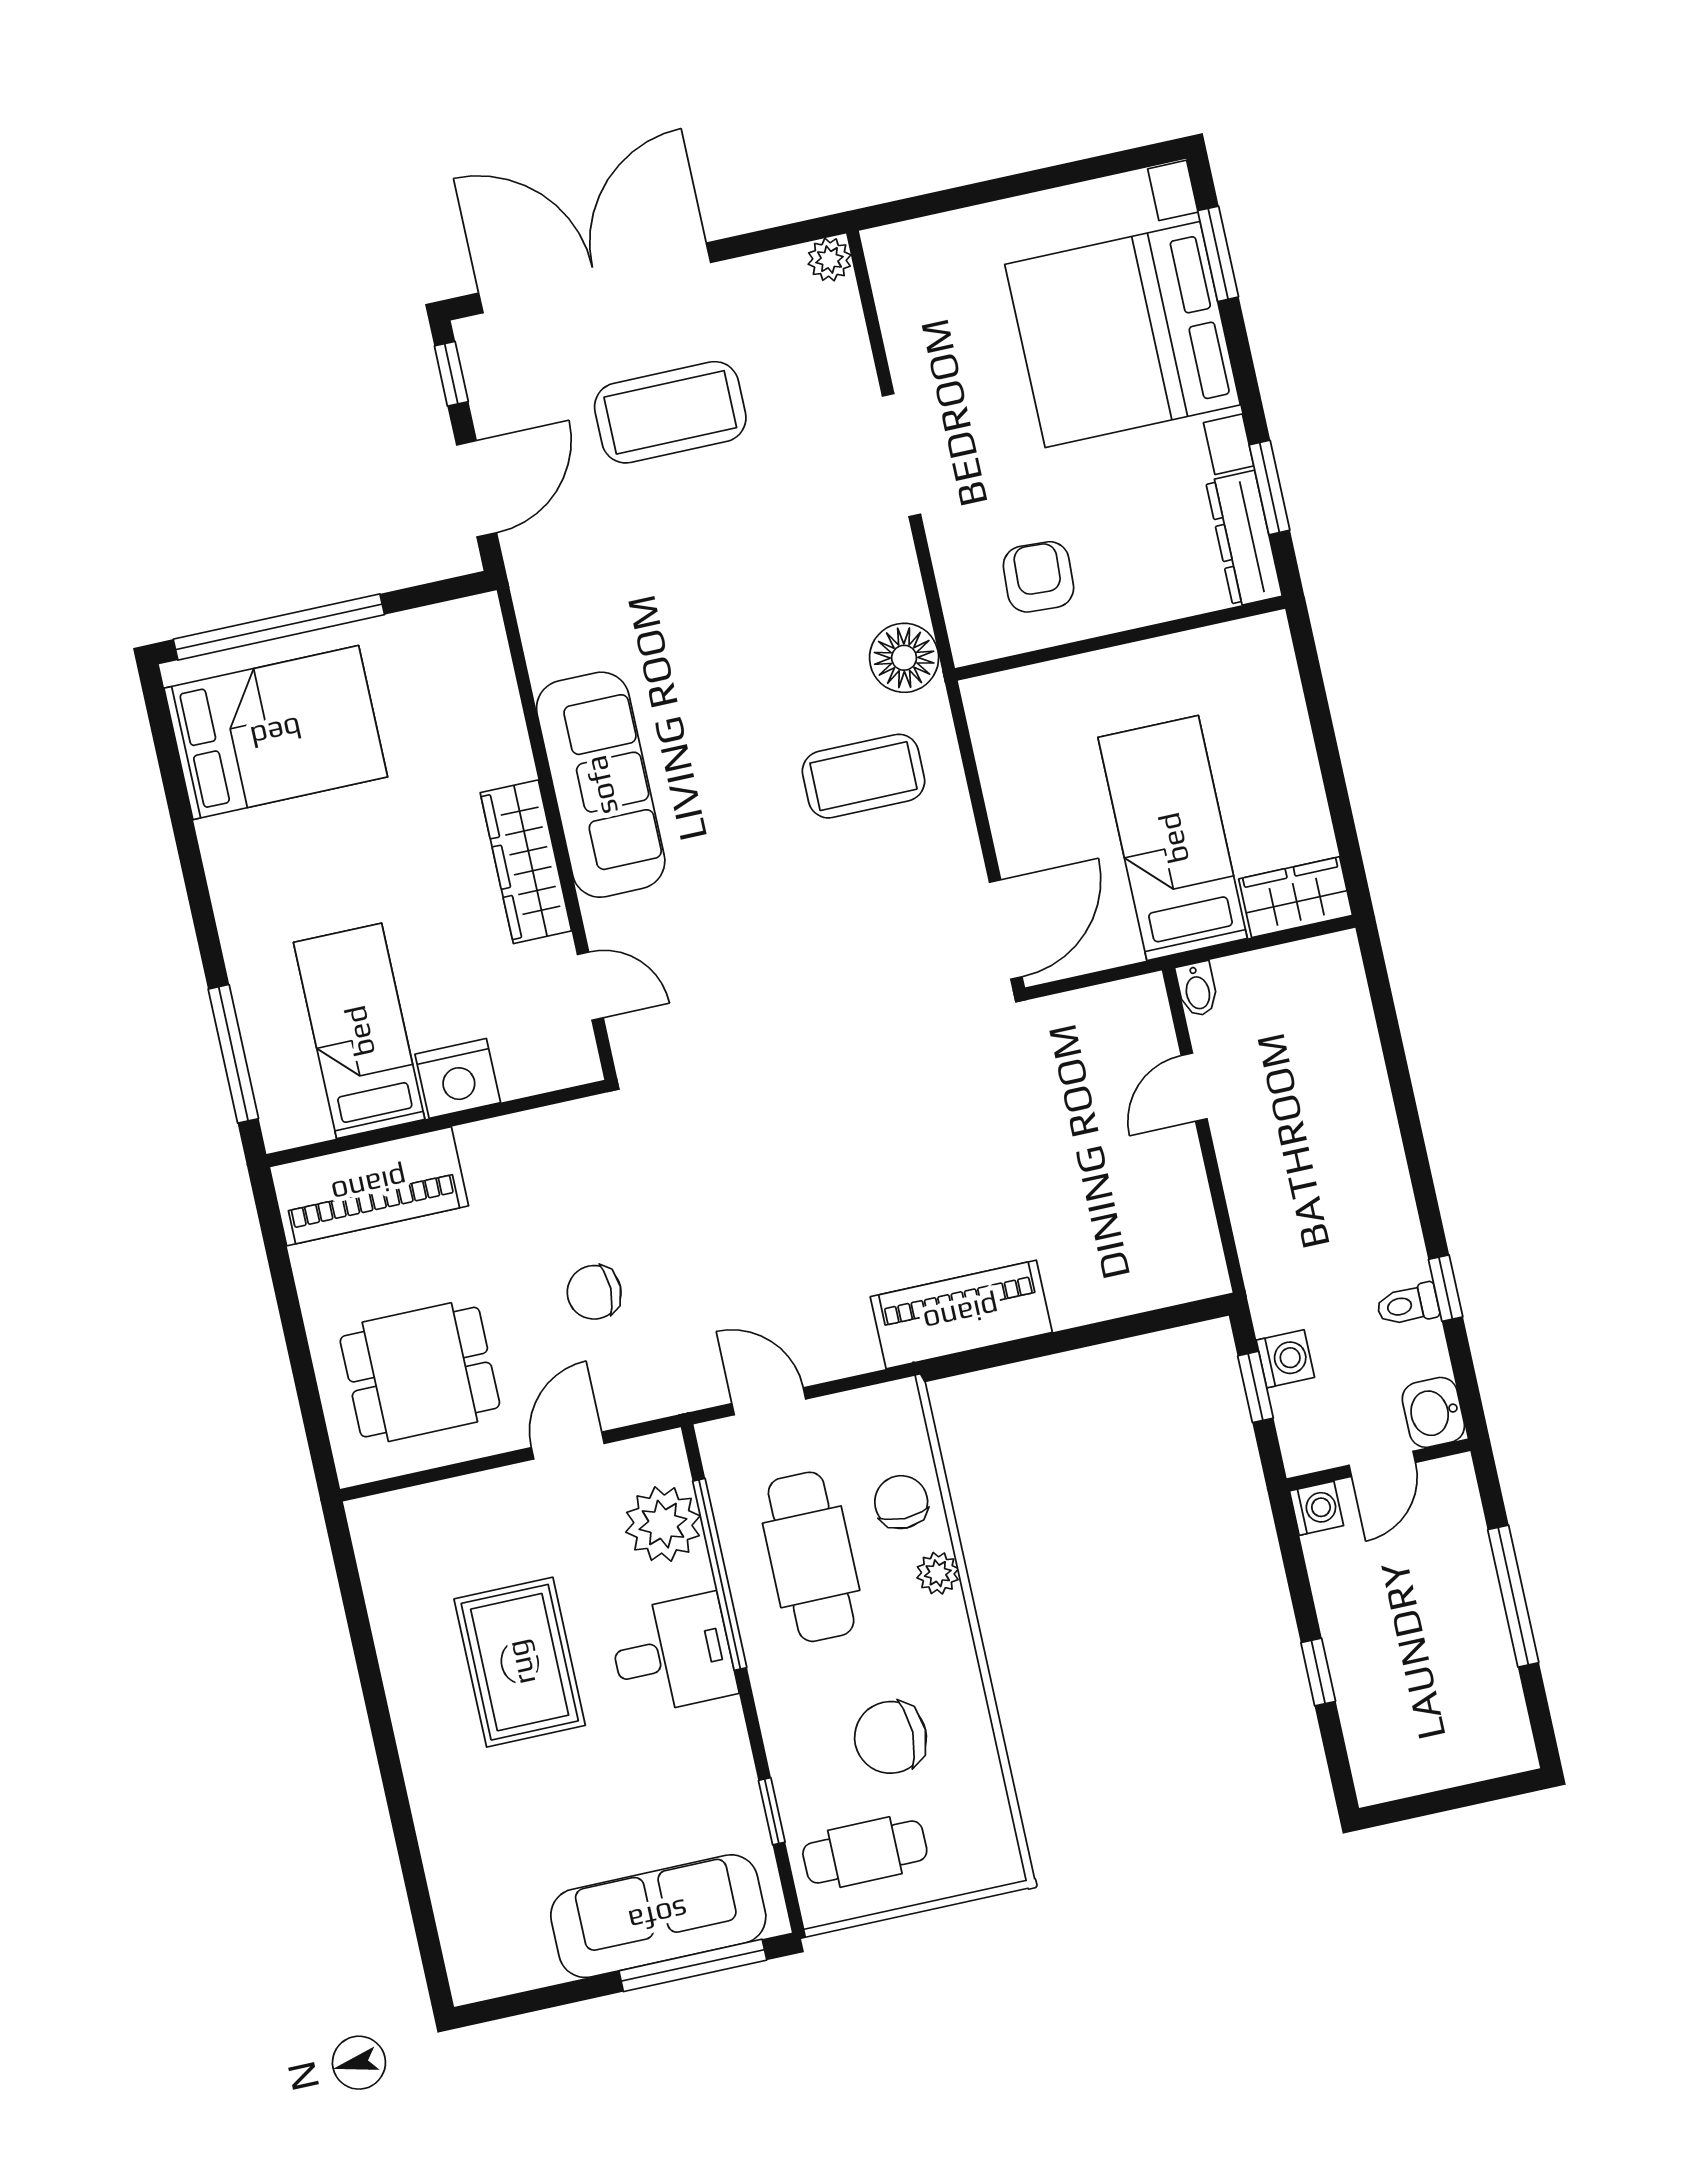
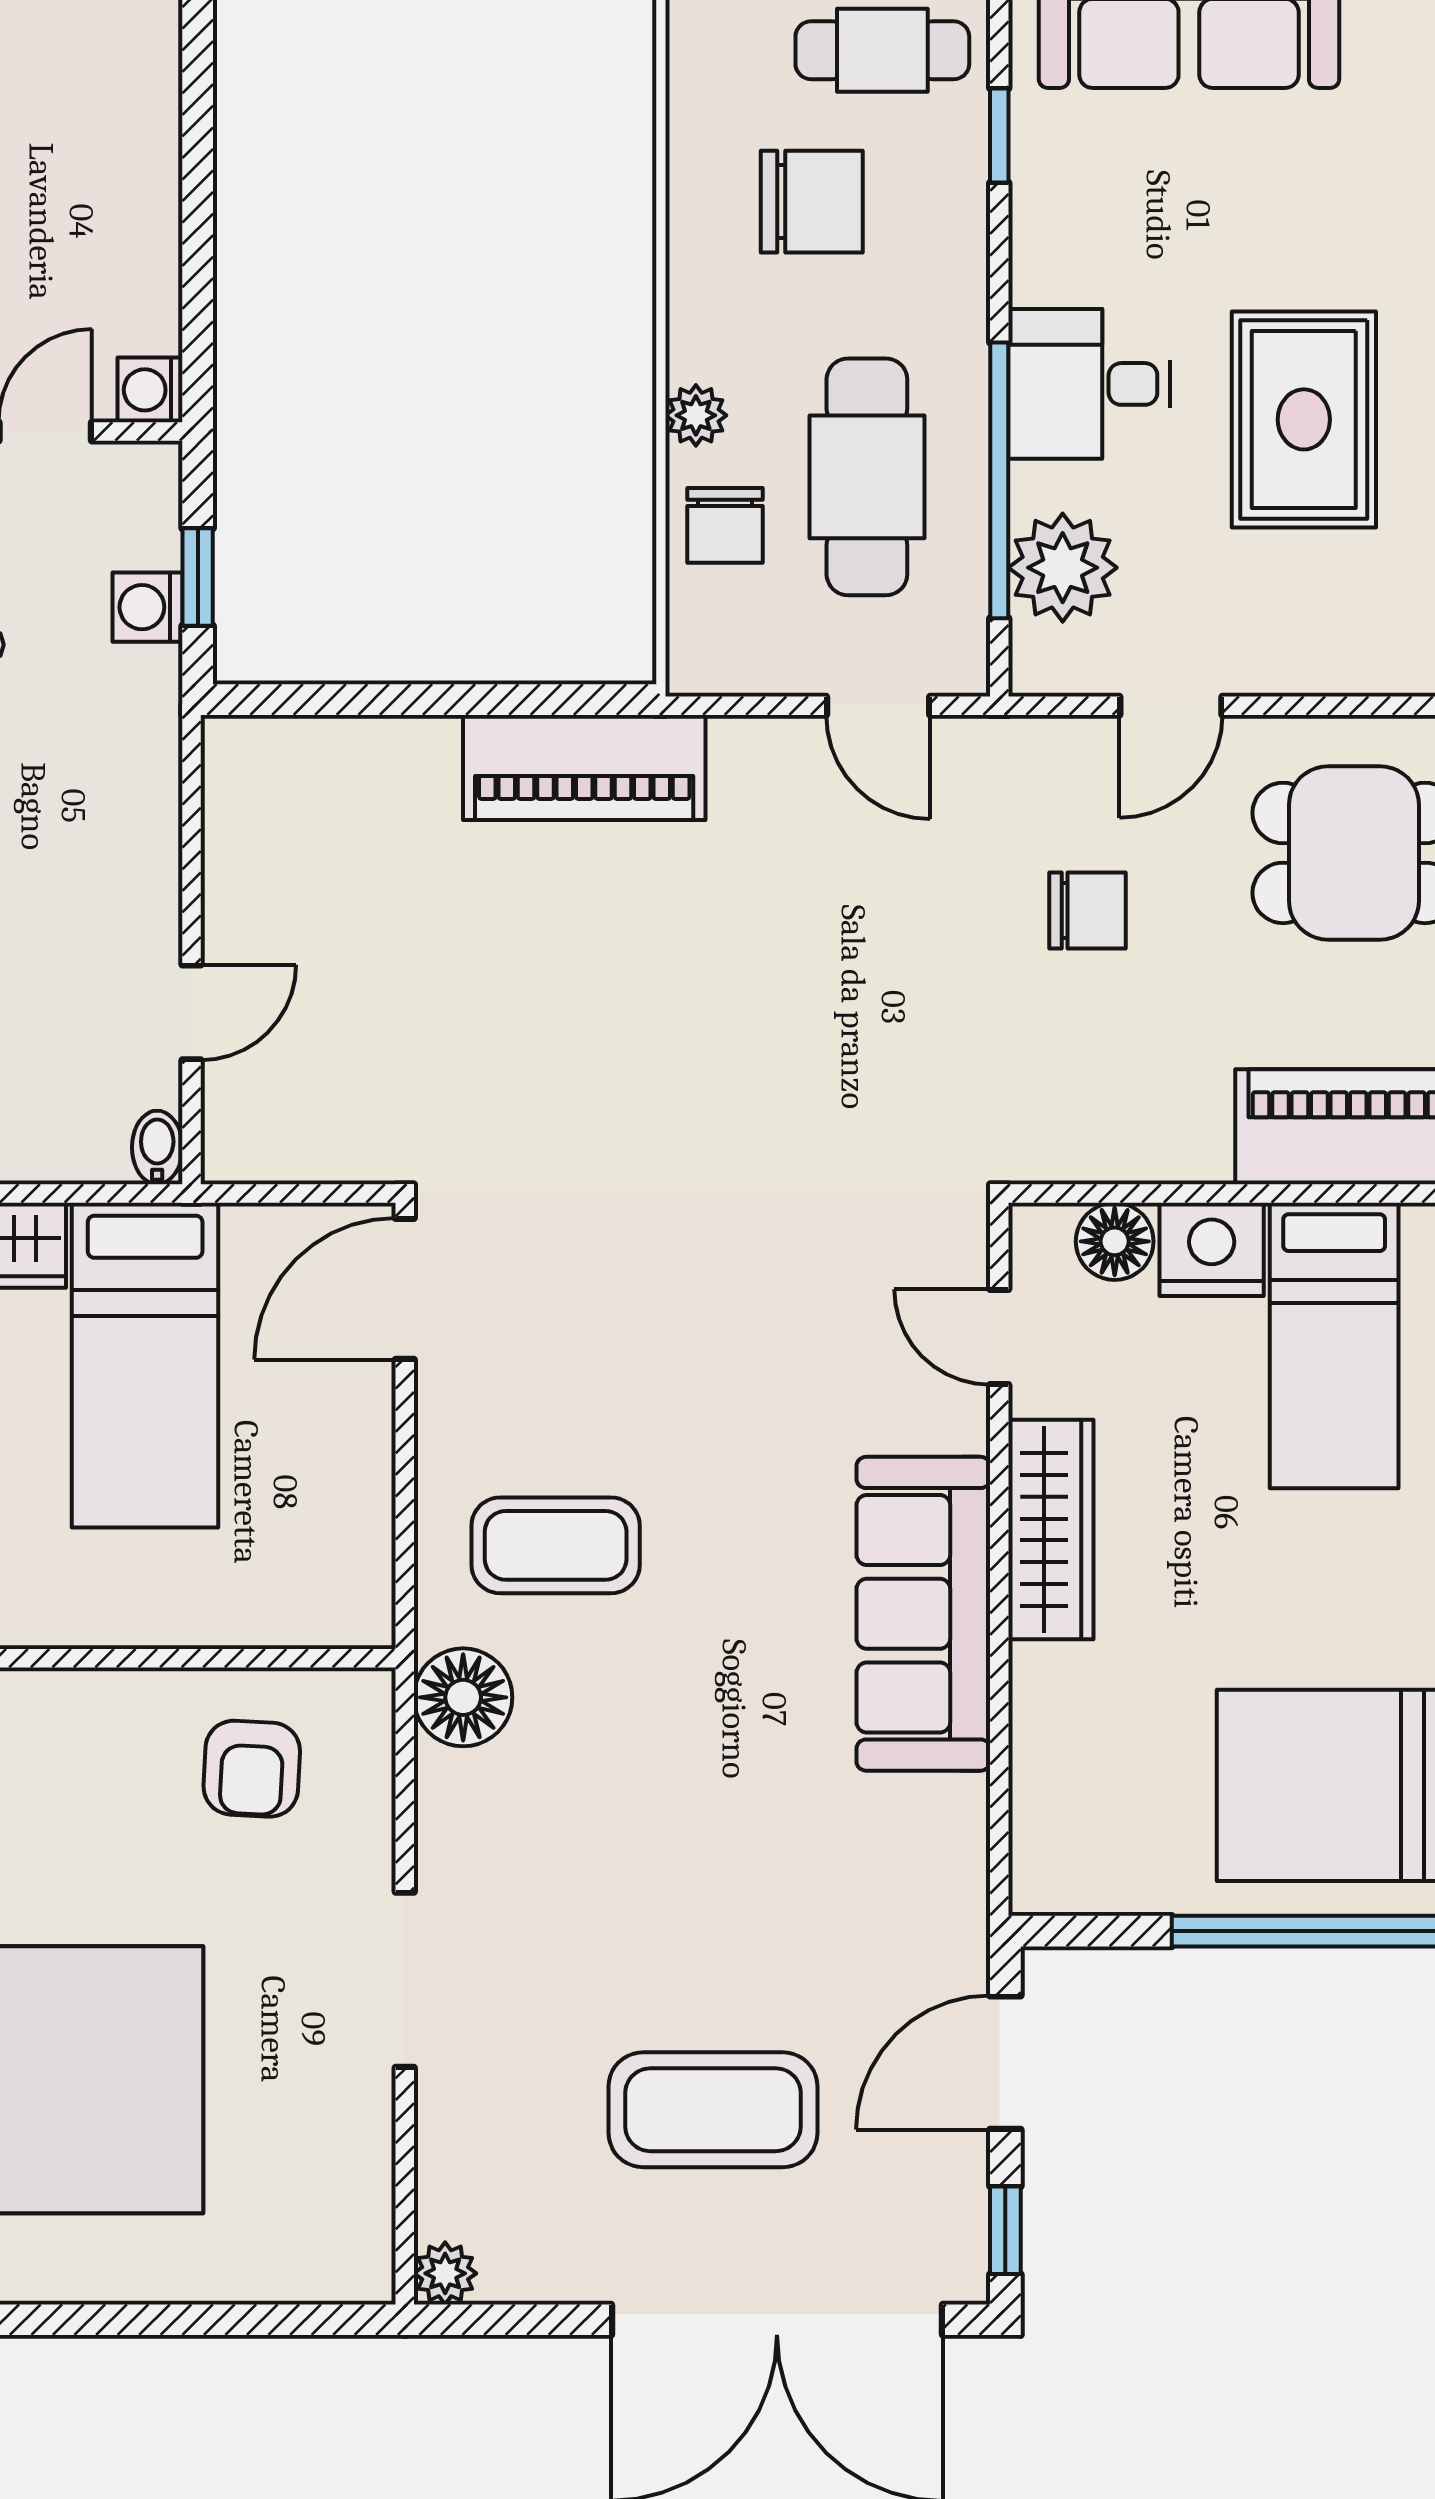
floor lamp: (526, 1069) -> (1115, 1241), added
window: (1318, 1672) -> (198, 162), removed

